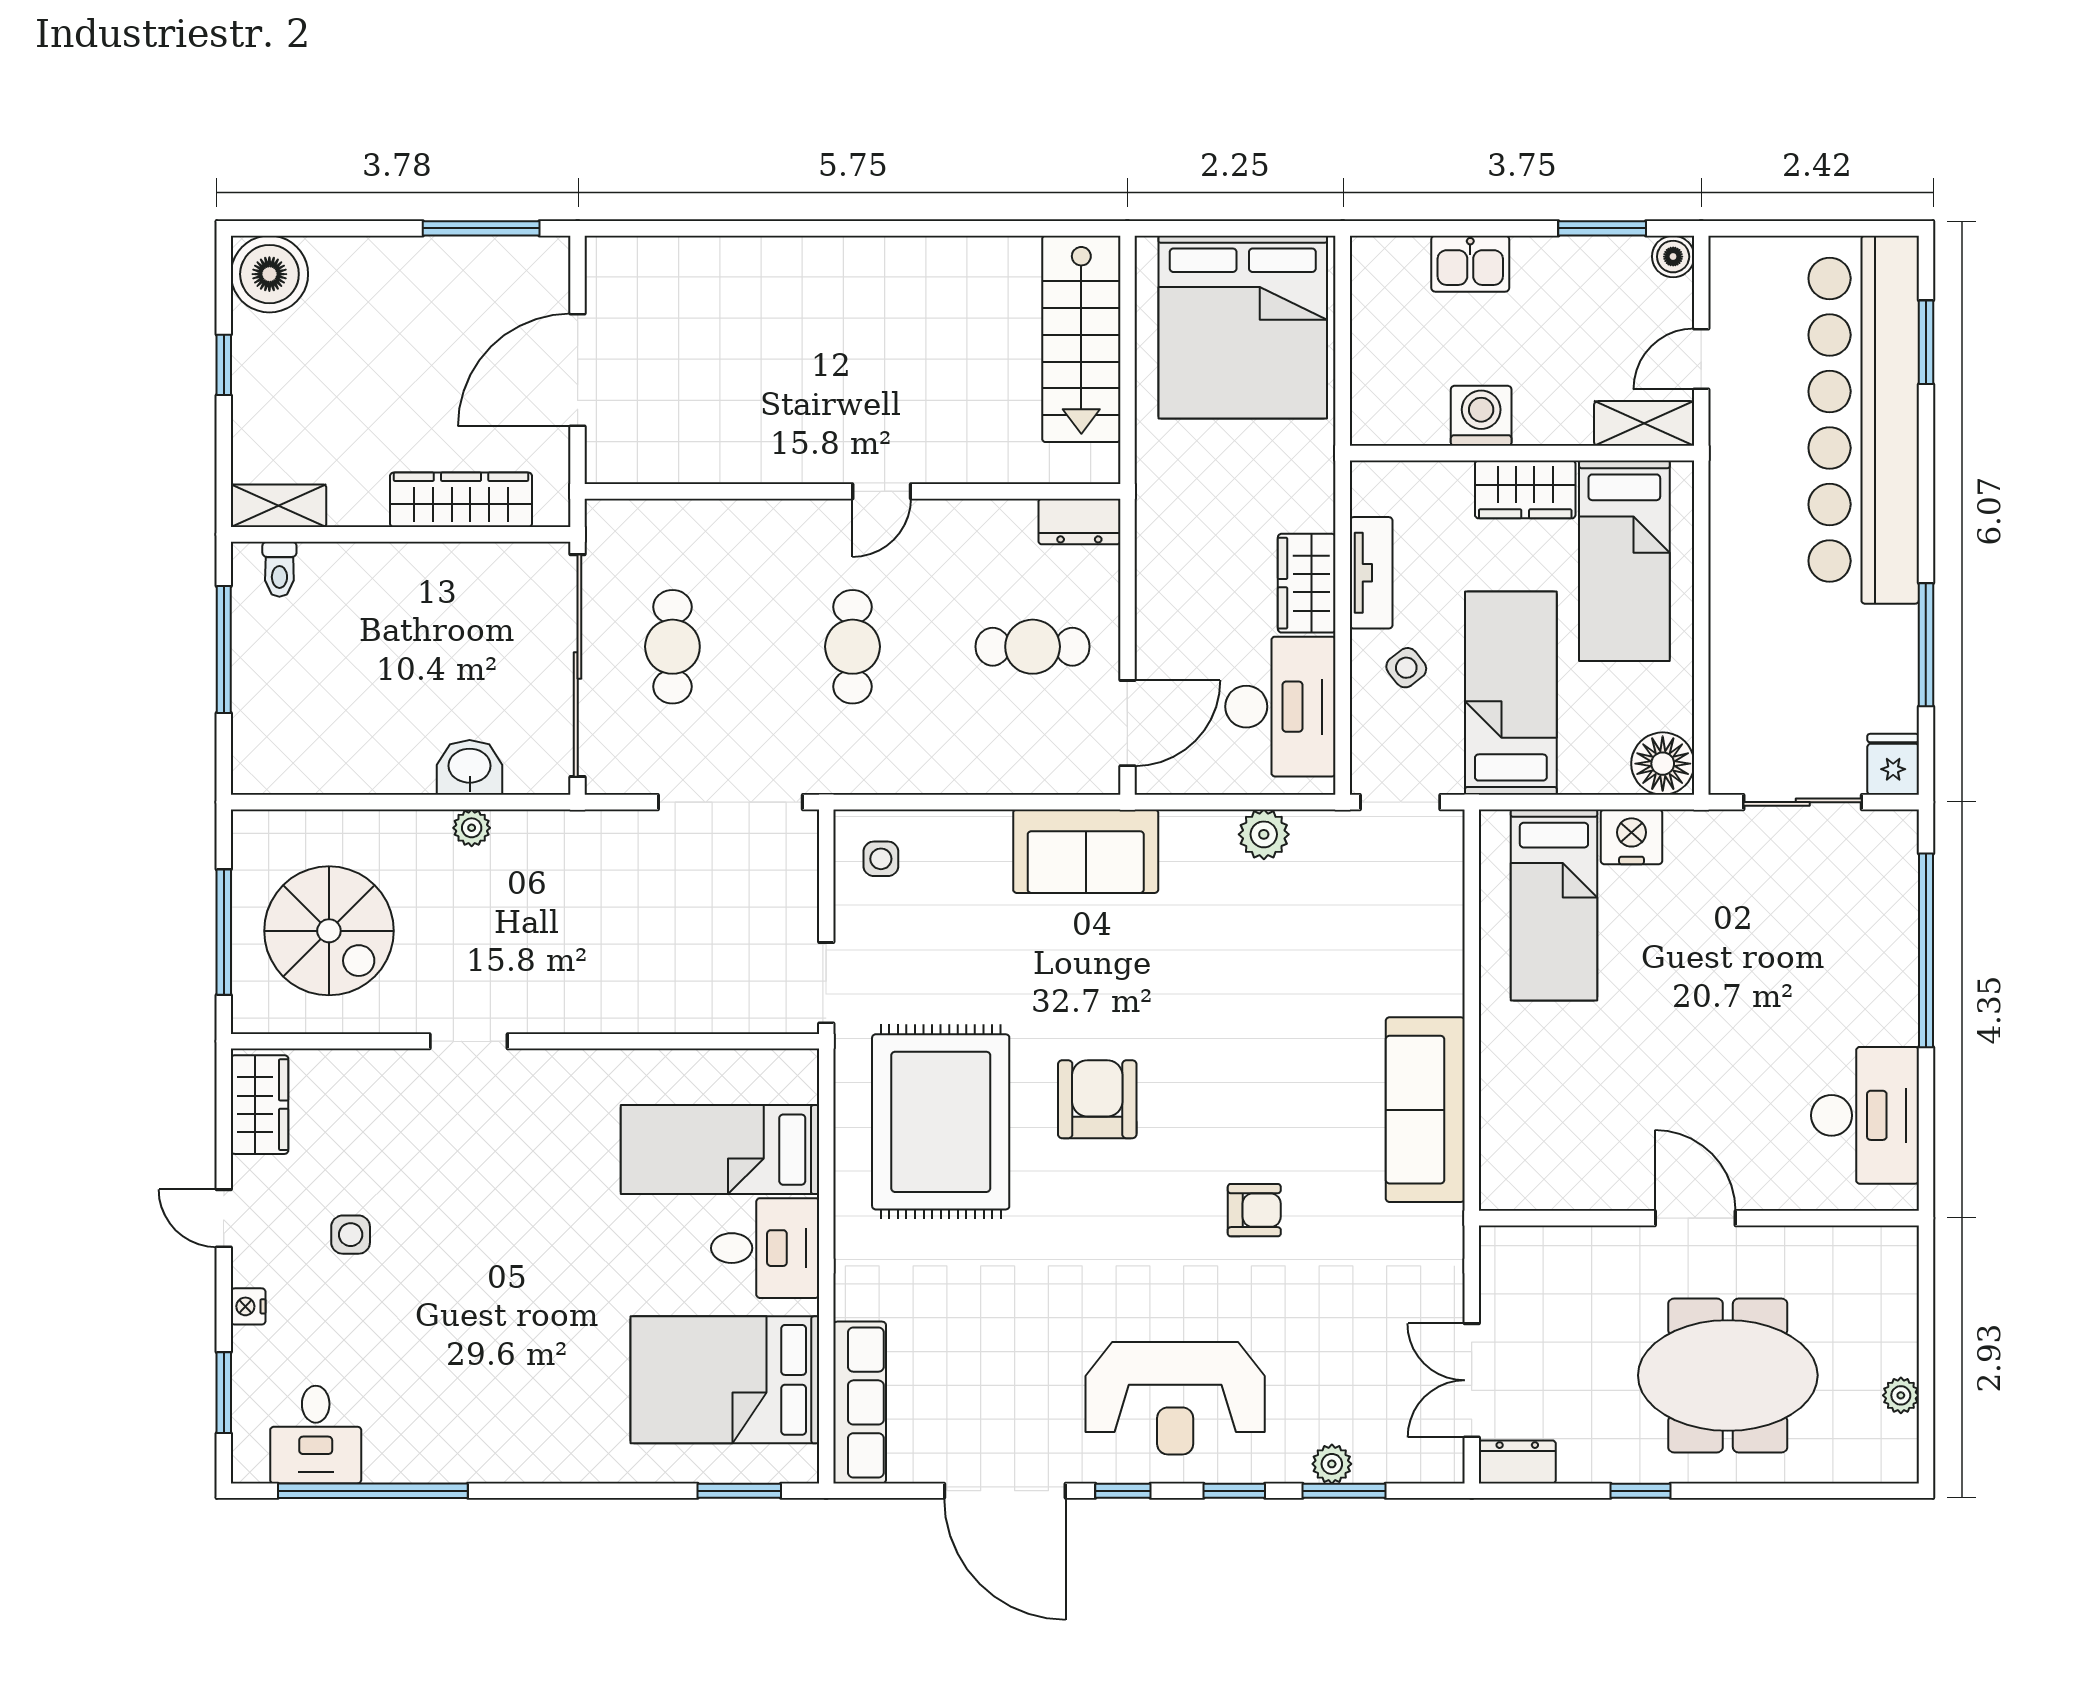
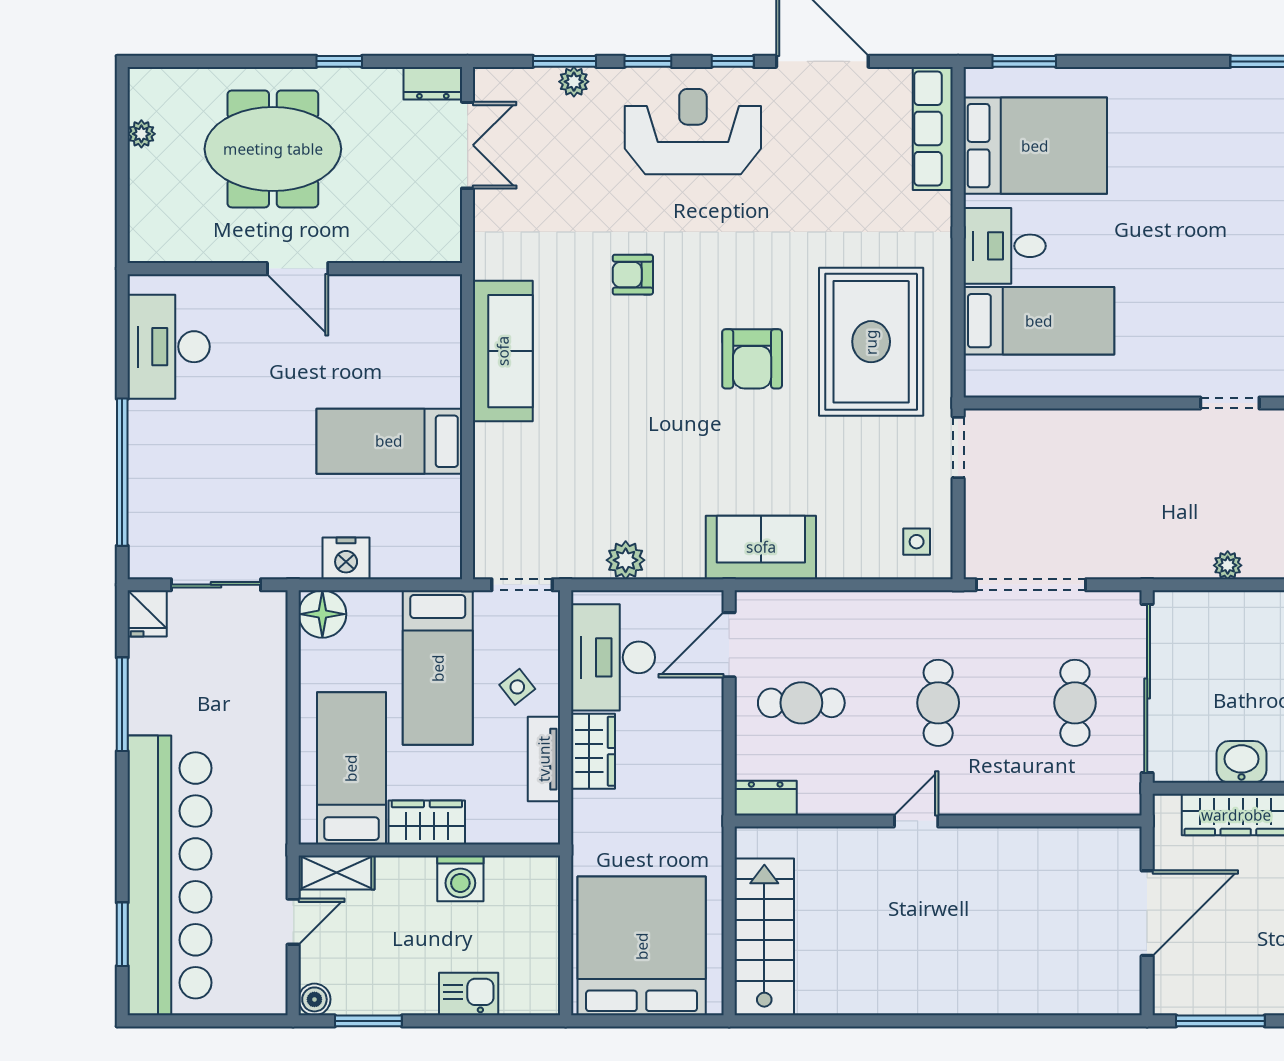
washbasin: (470, 767) -> (1242, 762), moved, turned 180
bed: (1554, 905) -> (389, 441), moved, turned -90

